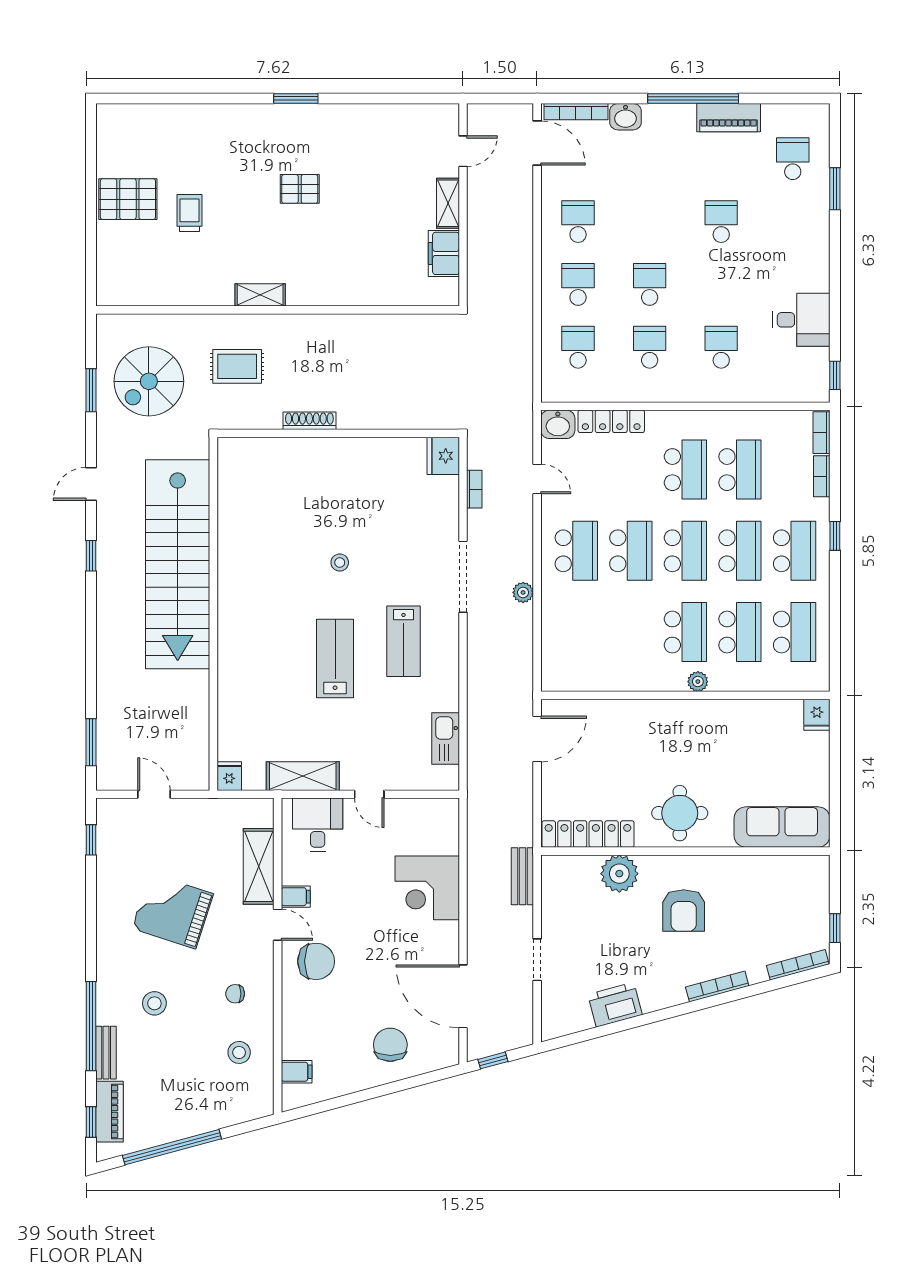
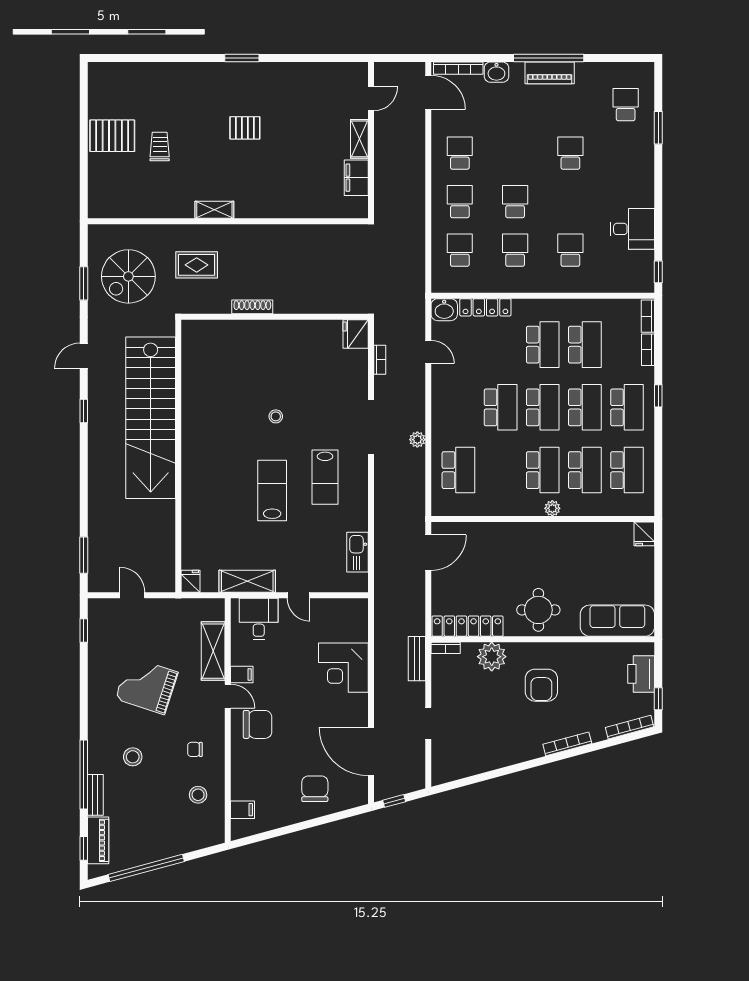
piano: (729, 118) -> (550, 73), moved
school desk: (576, 551) -> (458, 470), moved
bookcase: (560, 862) -> (446, 648), added
printer: (615, 1005) -> (641, 674), moved, turned -75

